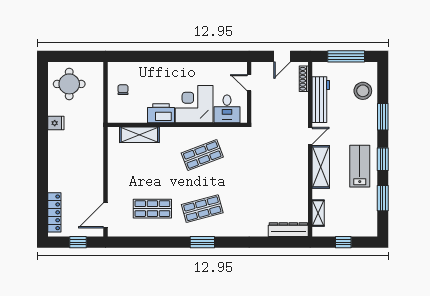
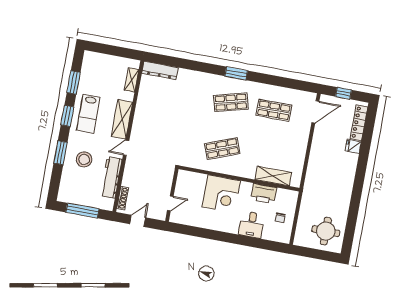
door: (249, 83) -> (170, 203), hinge flipped
stool: (363, 91) -> (84, 159), moved
desk: (227, 109) -> (251, 225), moved, turned 180
printer: (161, 113) -> (264, 194), moved
fridge: (56, 123) -> (353, 146), moved
window: (343, 242) -> (115, 51), removed

